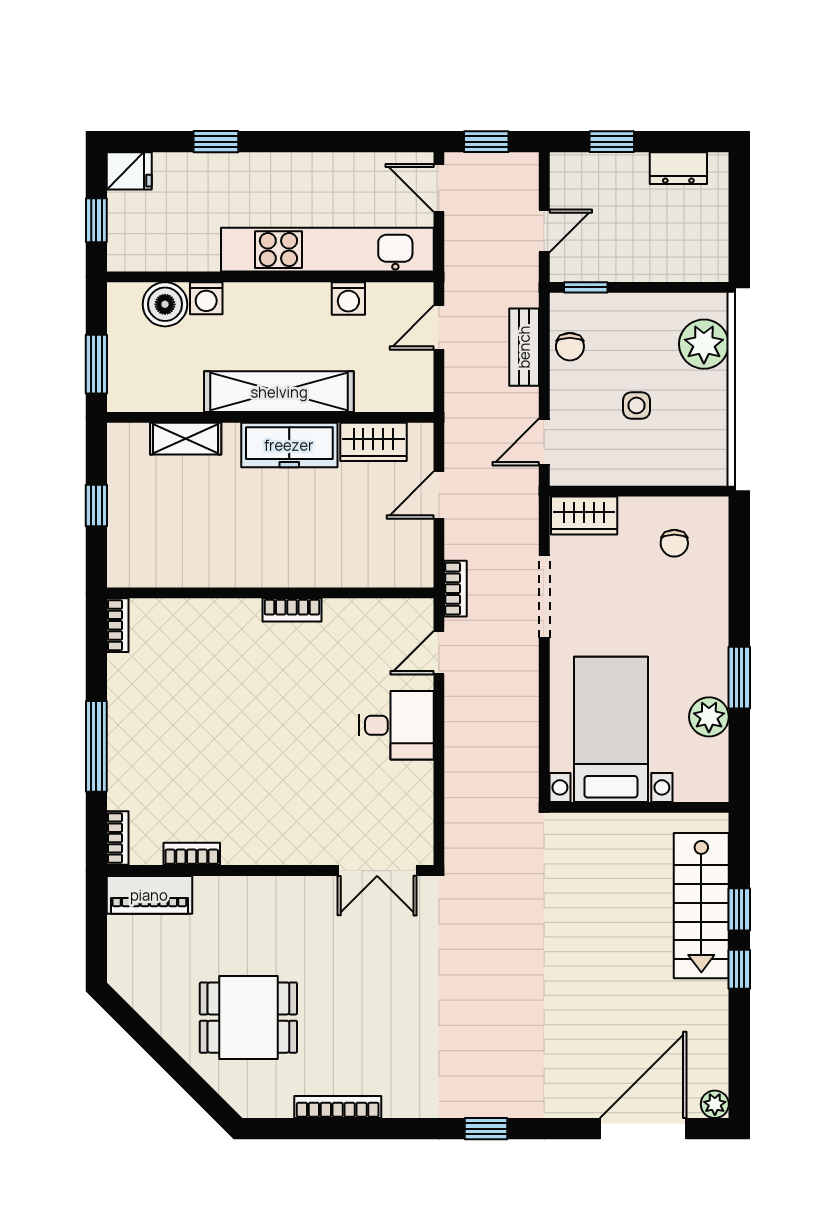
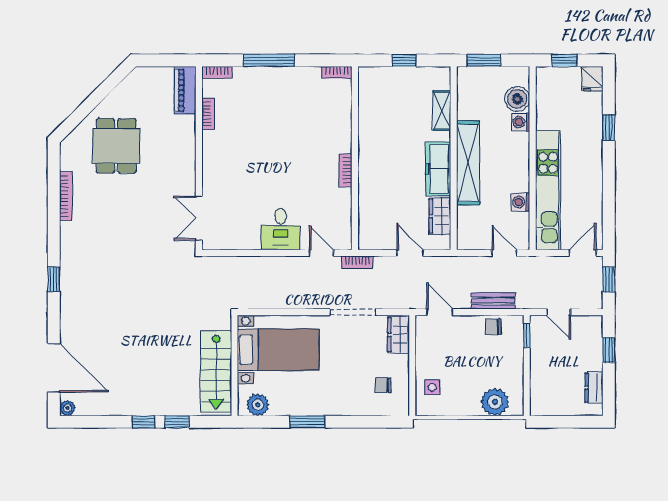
side table: (636, 405) -> (432, 387), moved
plant: (709, 717) -> (258, 405), moved
stairs: (701, 906) -> (216, 372), moved, turned -90

